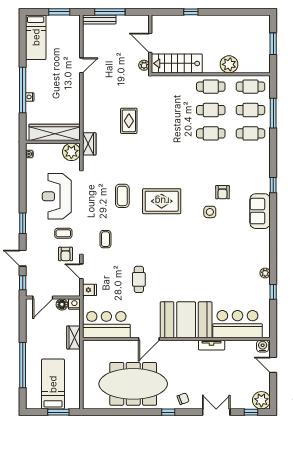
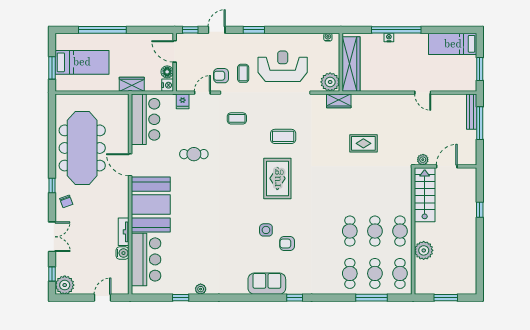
water cooler: (263, 346) -> (122, 253), moved

